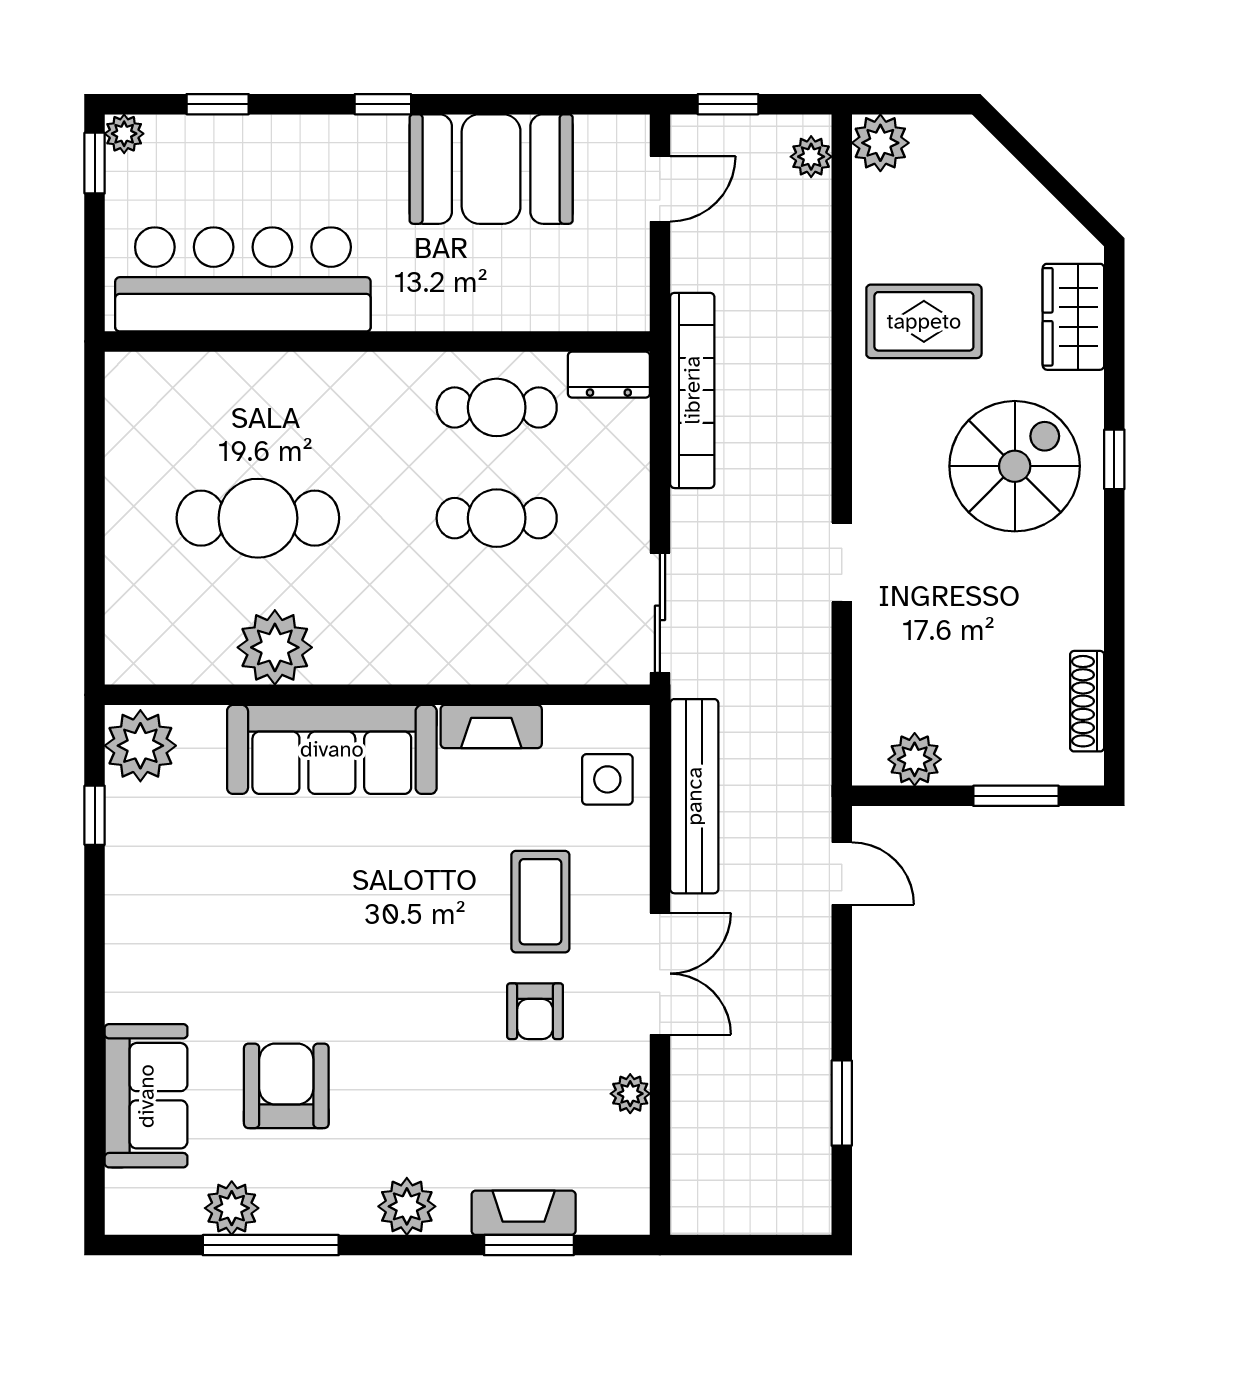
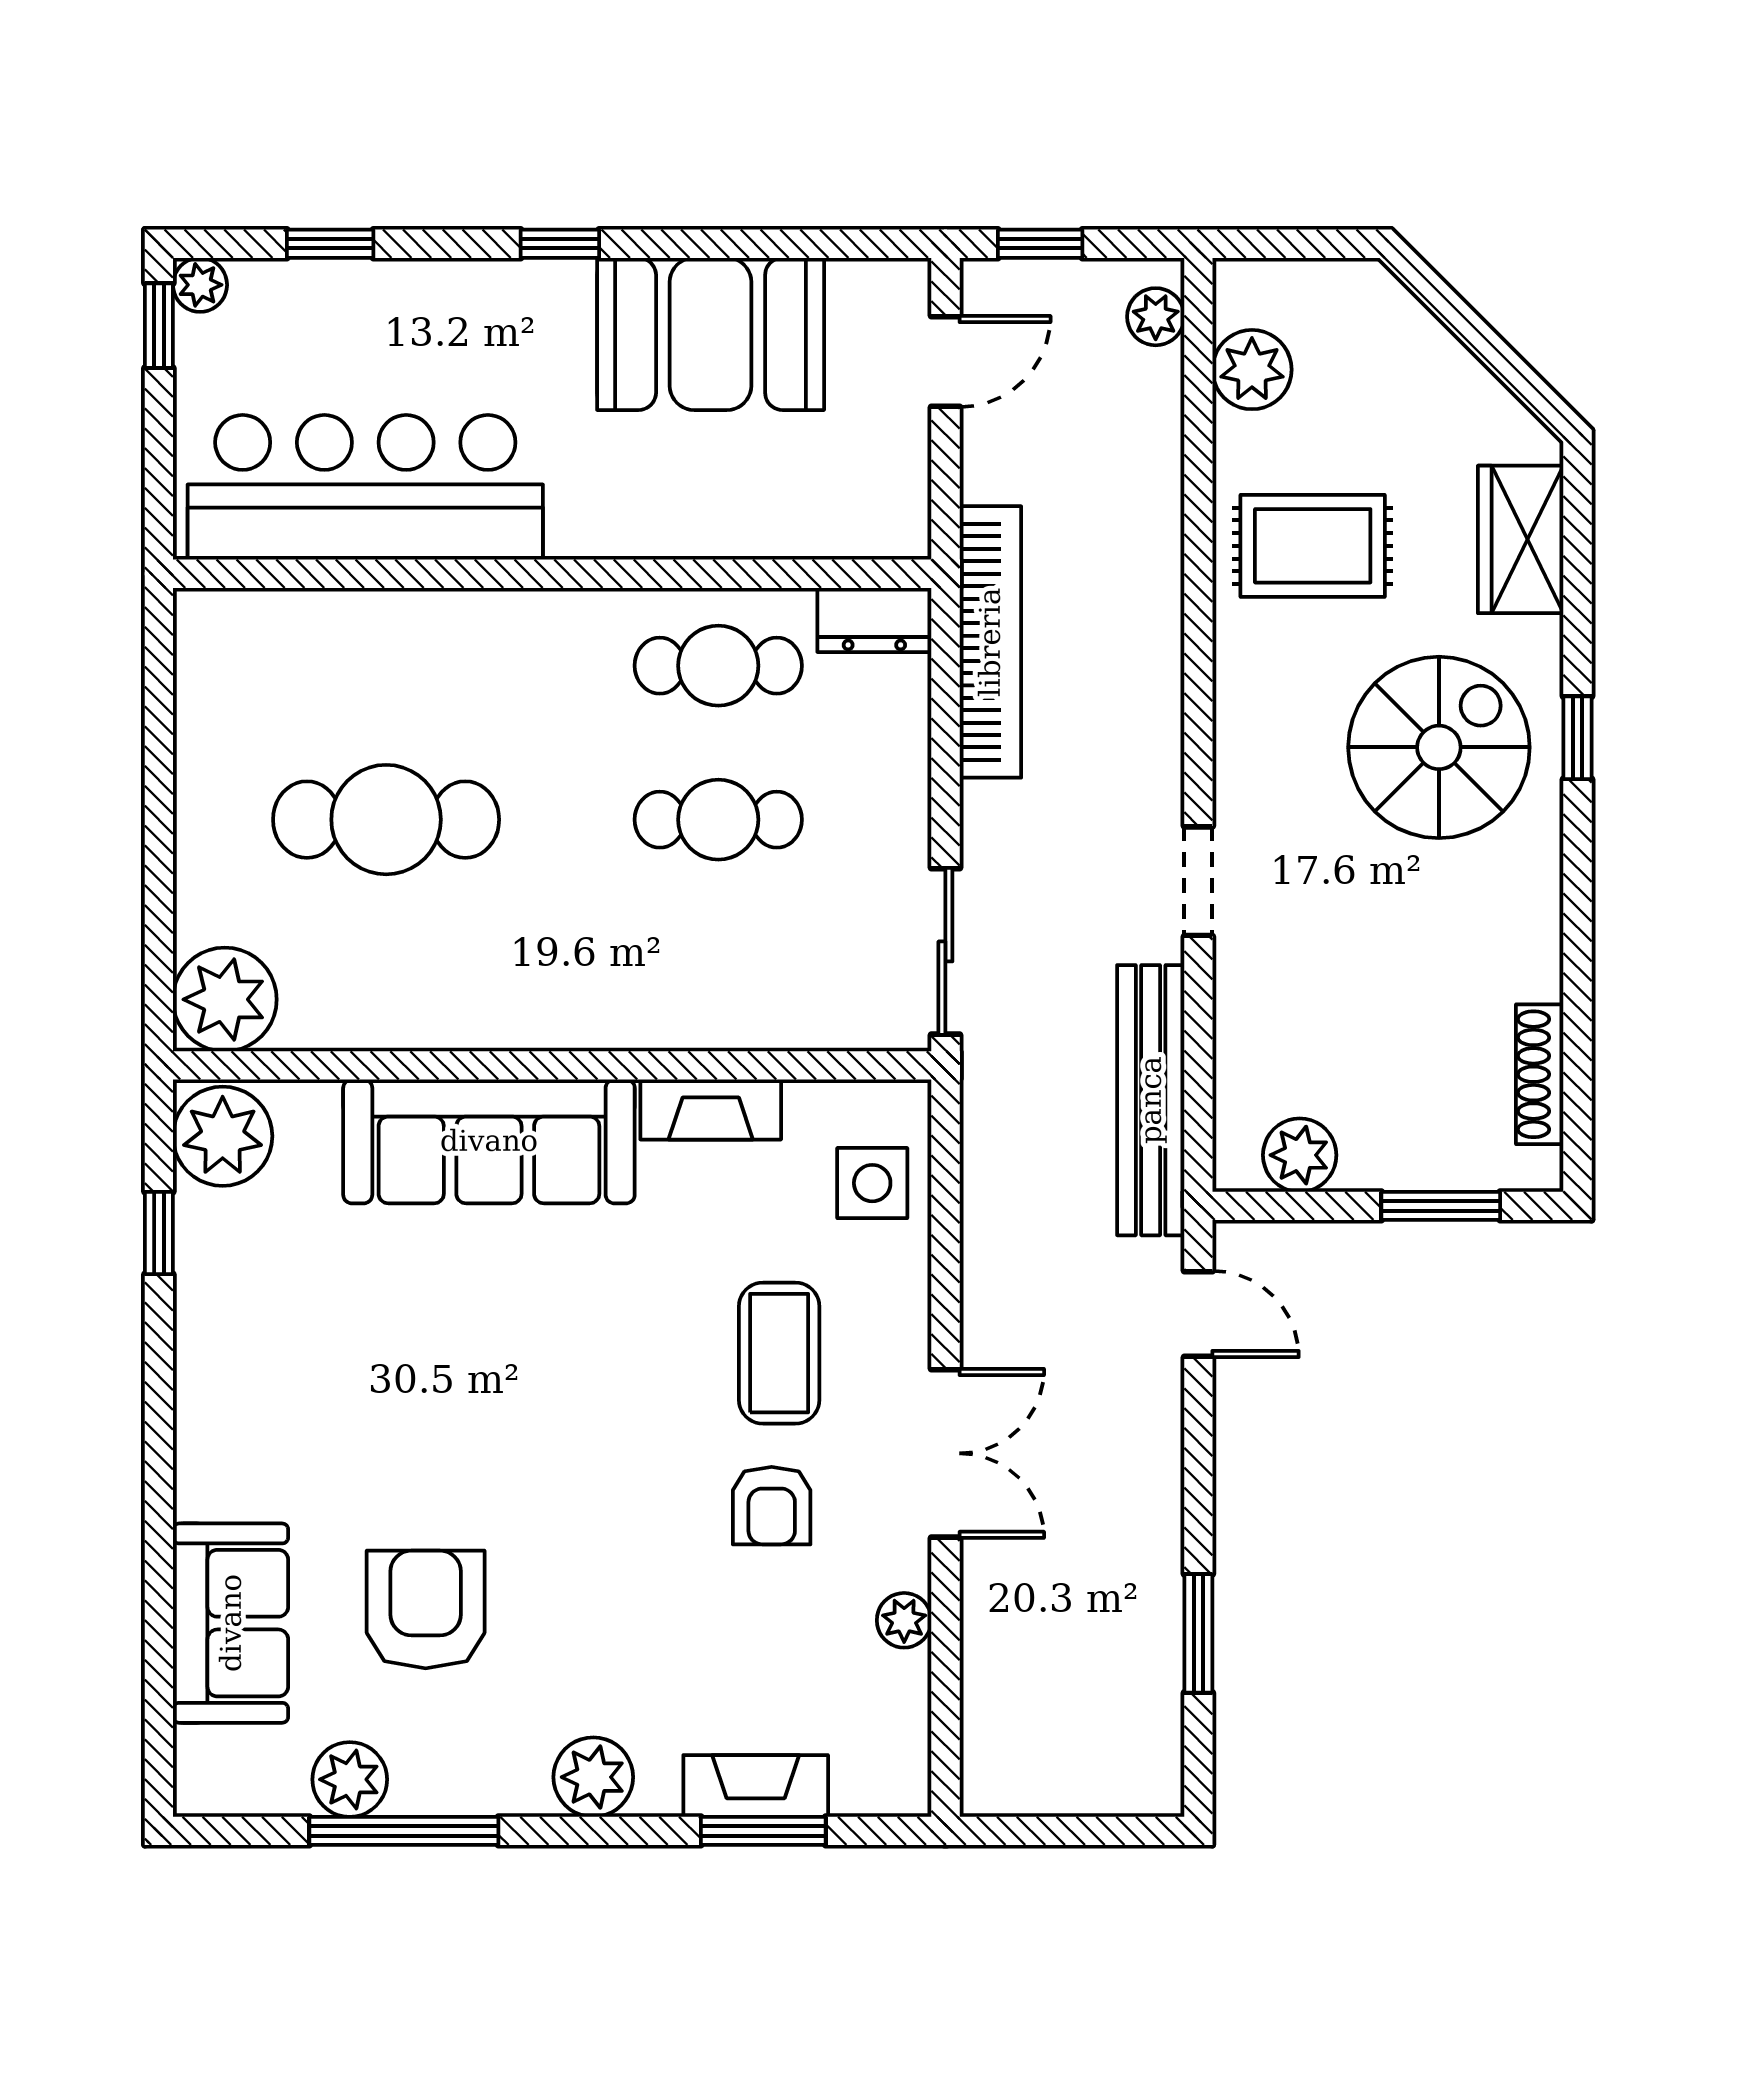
plant: (880, 143) -> (1252, 370), moved
plant: (275, 647) -> (225, 999), moved
bench: (694, 796) -> (1151, 1100), moved

